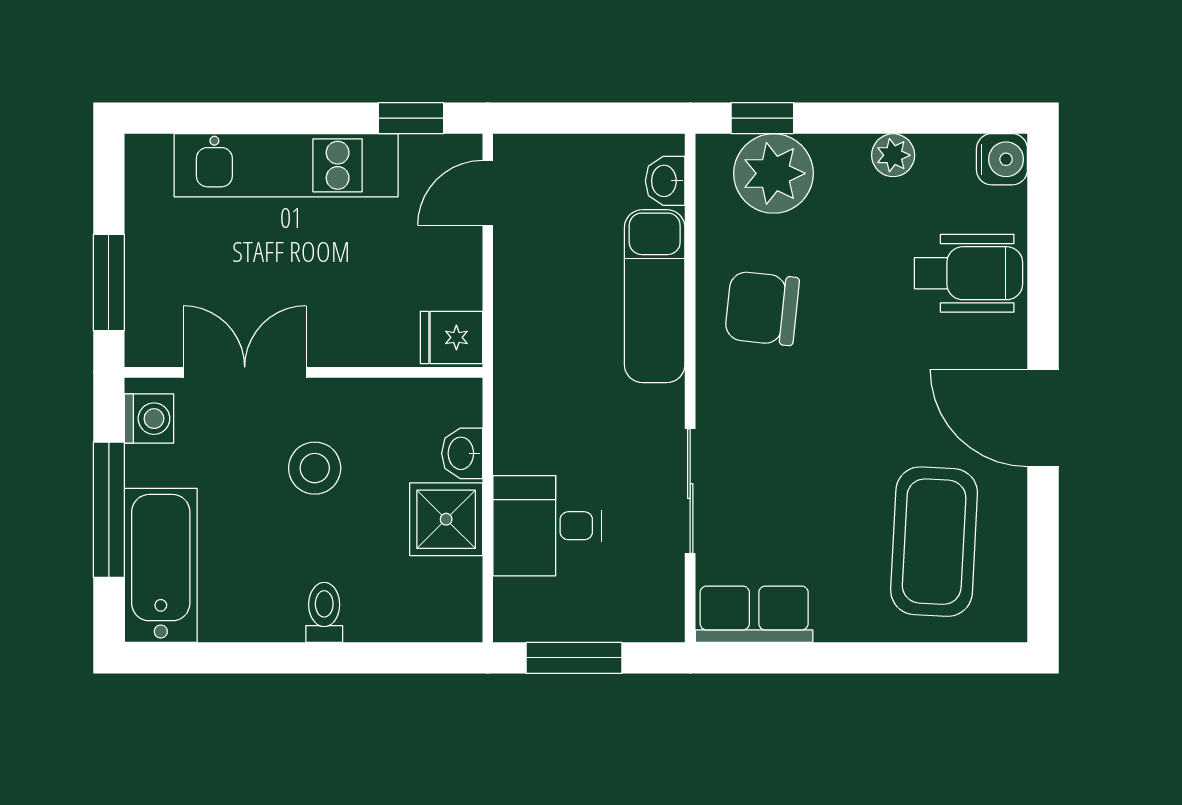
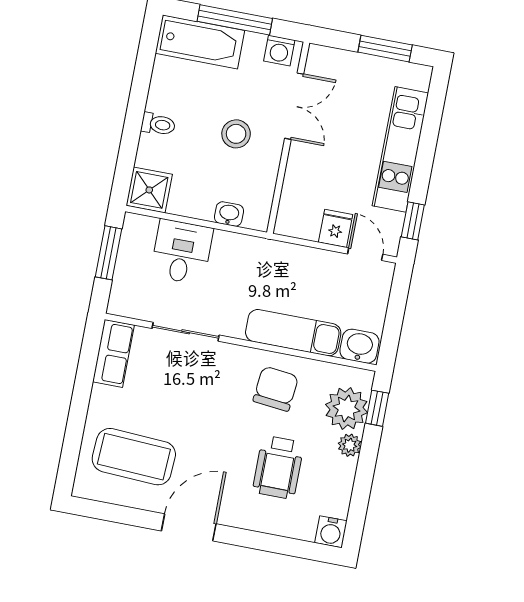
plant: (893, 155) -> (350, 445), moved
washbasin: (665, 181) -> (359, 346), width x1.38, depth x1.45
wheelchair: (969, 273) -> (278, 467), moved
window: (109, 283) -> (385, 49), moved
fridge: (451, 337) -> (336, 228), moved
shower: (446, 519) -> (149, 190), moved

